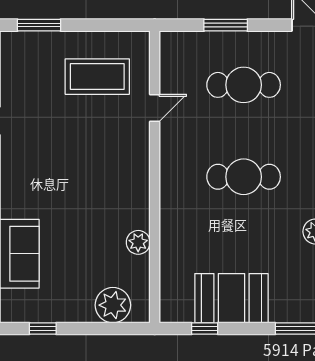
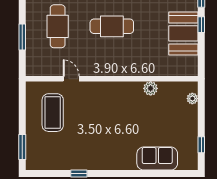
cafe table: (244, 177) -> (112, 26), turned 90
plant: (113, 305) -> (192, 99), width x0.53, depth x0.53
window: (205, 328) -> (201, 25), moved

